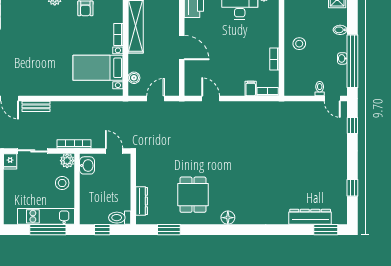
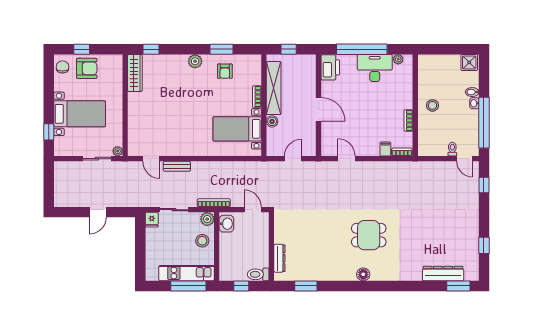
washbasin: (342, 58) -> (474, 103), moved
boiler: (134, 78) -> (272, 121), moved
dining table: (193, 195) -> (369, 235), moved, turned 90

